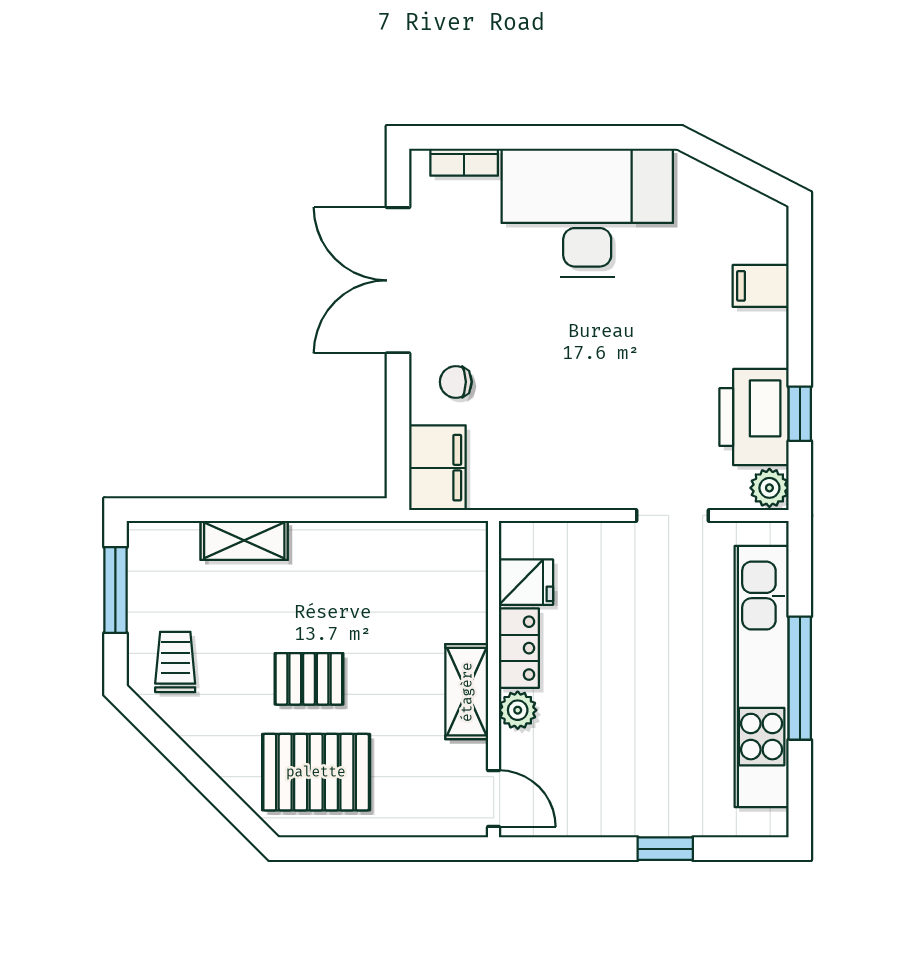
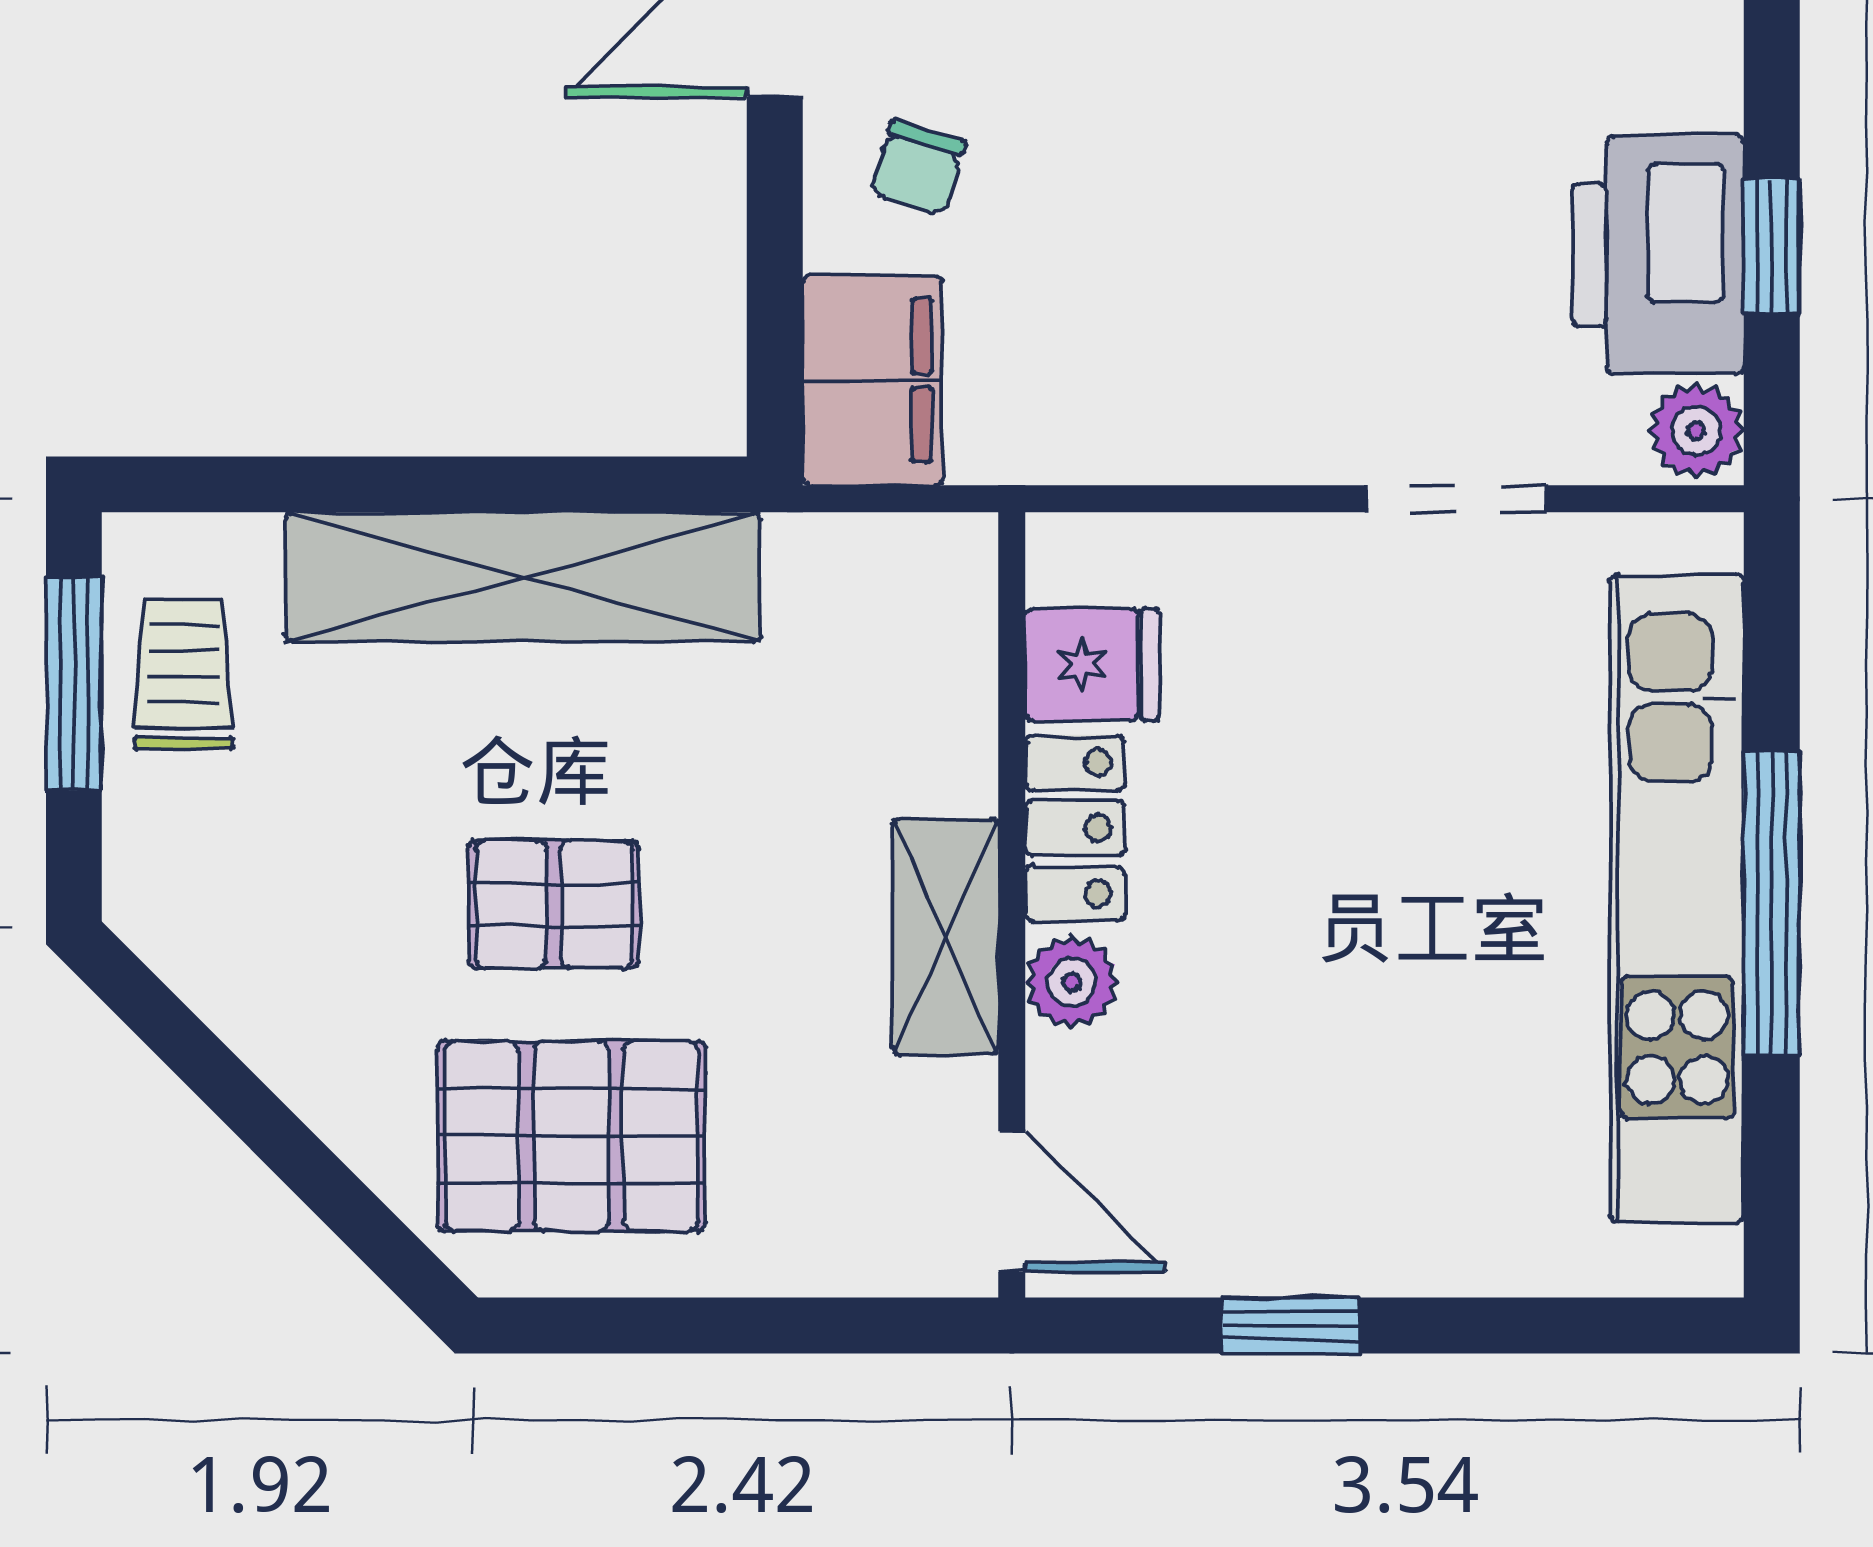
chair: (456, 382) -> (918, 168), turned -74
shelving: (244, 540) -> (523, 577), width x2.20, depth x1.33
trolley: (175, 662) -> (184, 674), moved
window: (665, 849) -> (1290, 1326), moved

